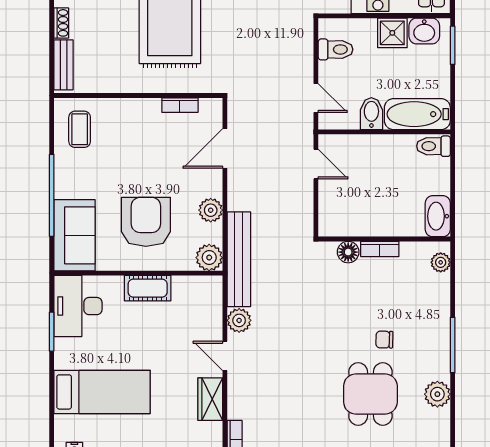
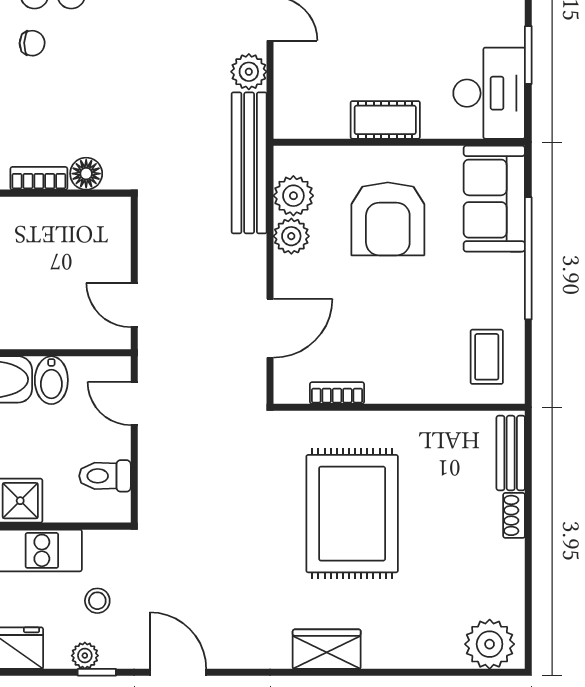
plant: (209, 258) -> (293, 196), moved

